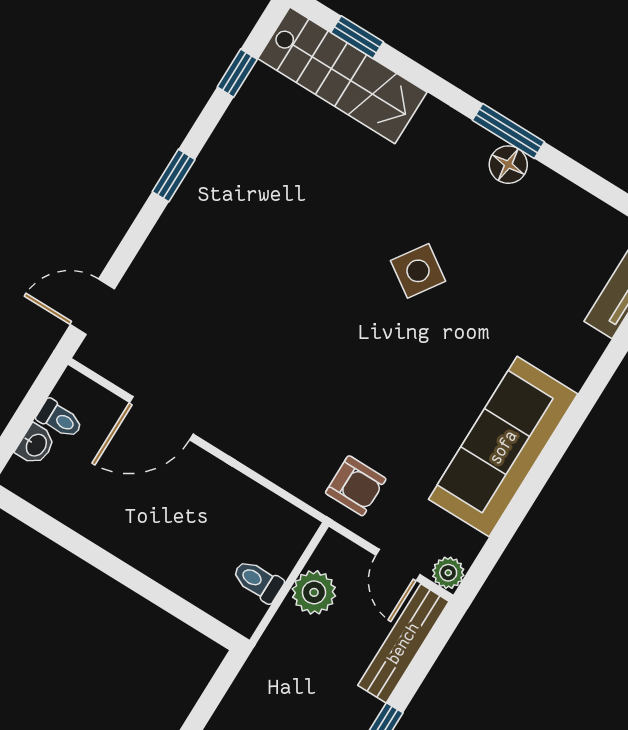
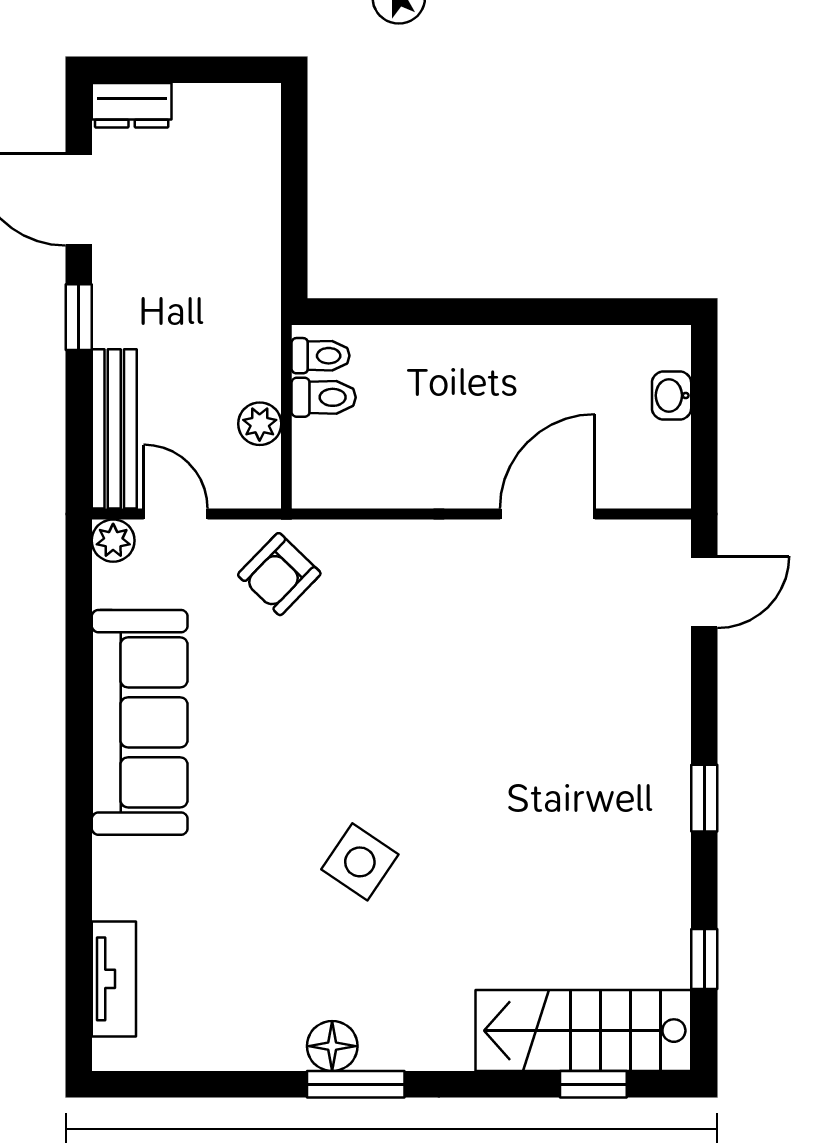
toilet: (60, 419) -> (321, 356), moved, turned 180
armchair: (356, 486) -> (279, 574), turned -46
plant: (314, 592) -> (260, 424), width x0.73, depth x0.73

